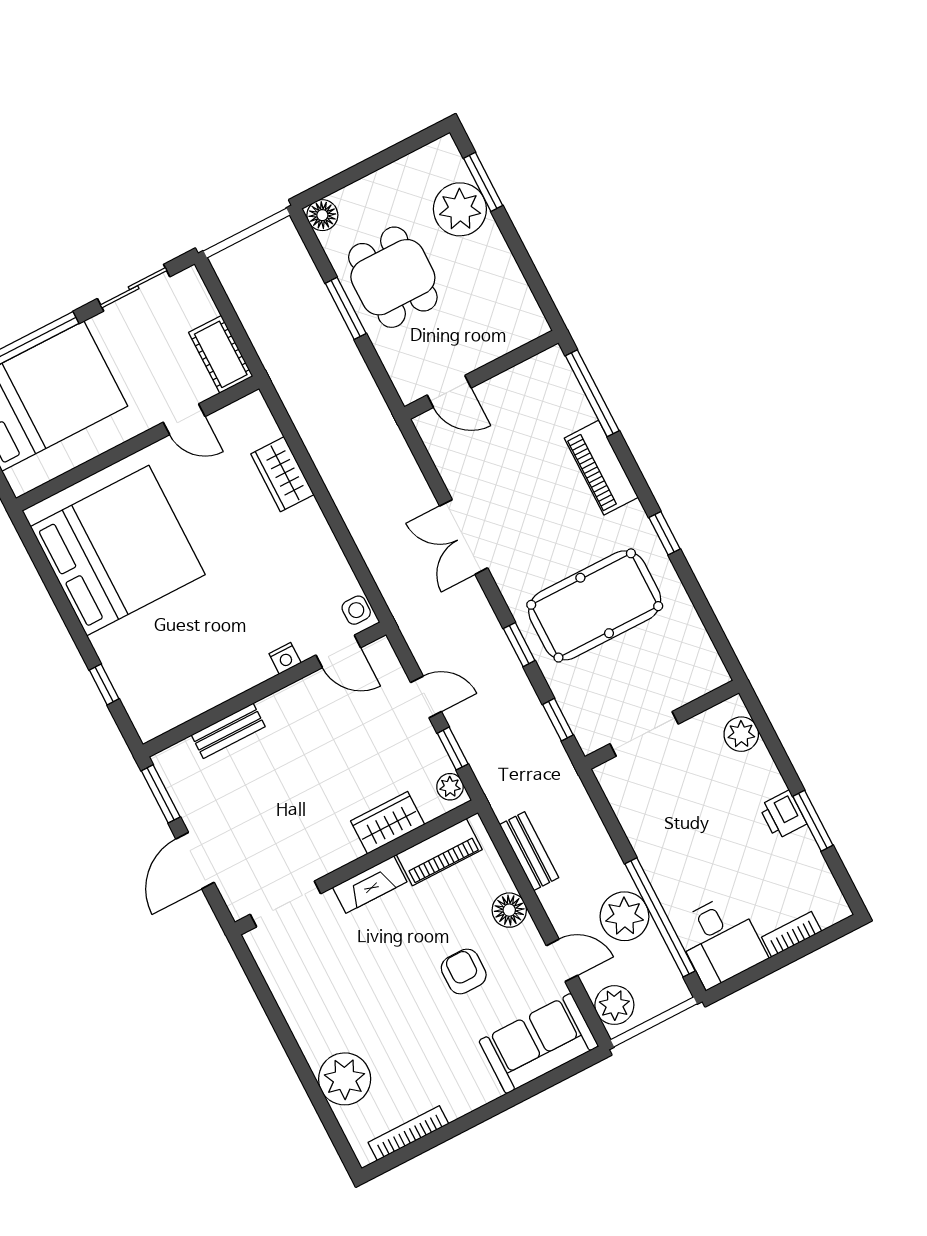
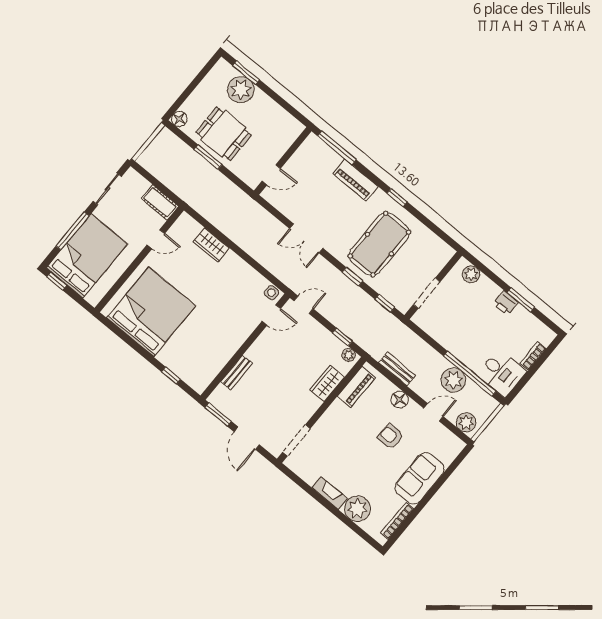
nightstand: (285, 658) -> (248, 328), removed
door: (426, 697) -> (304, 305), moved
fireplace: (370, 885) -> (330, 493), moved, turned -90
sofa: (539, 1044) -> (419, 478), moved

